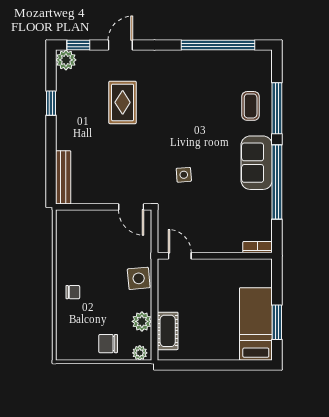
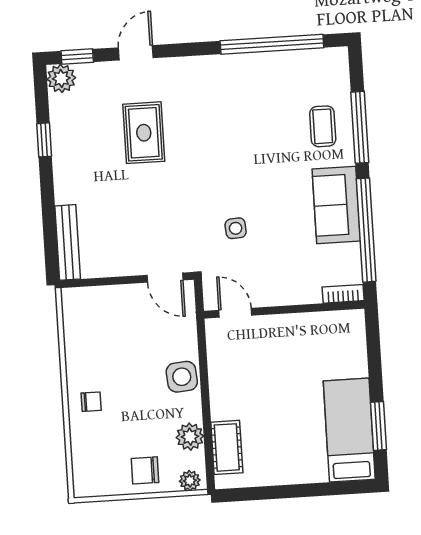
bookcase: (258, 247) -> (343, 294), moved
door: (180, 256) -> (235, 313), moved
wall: (215, 256) -> (284, 310), moved

